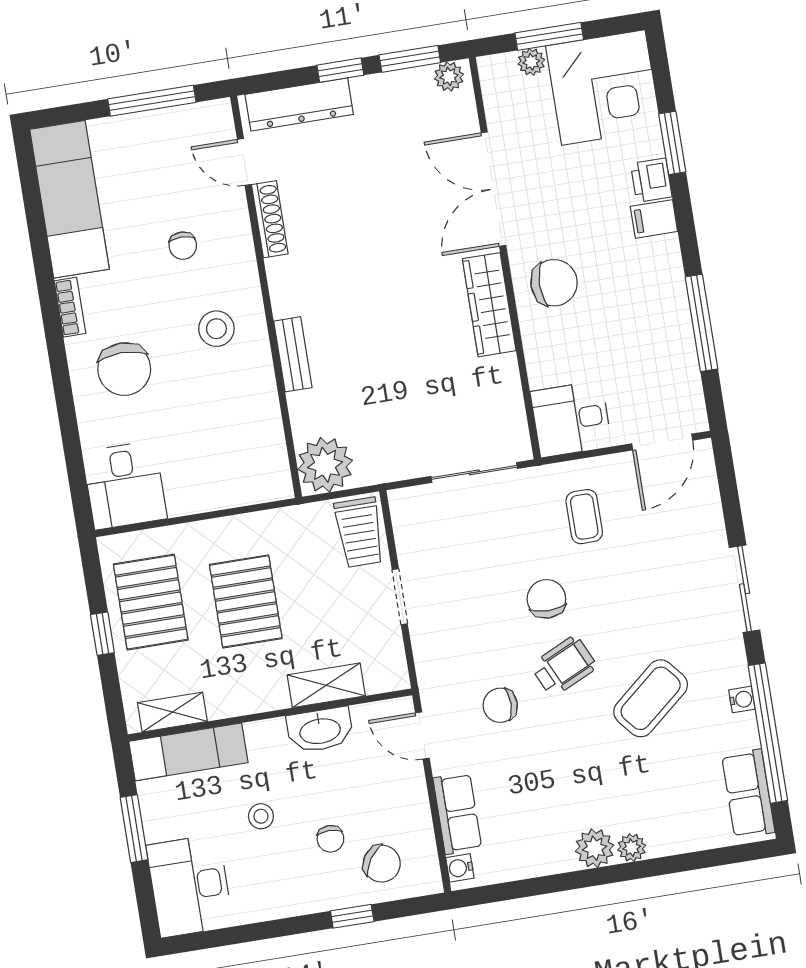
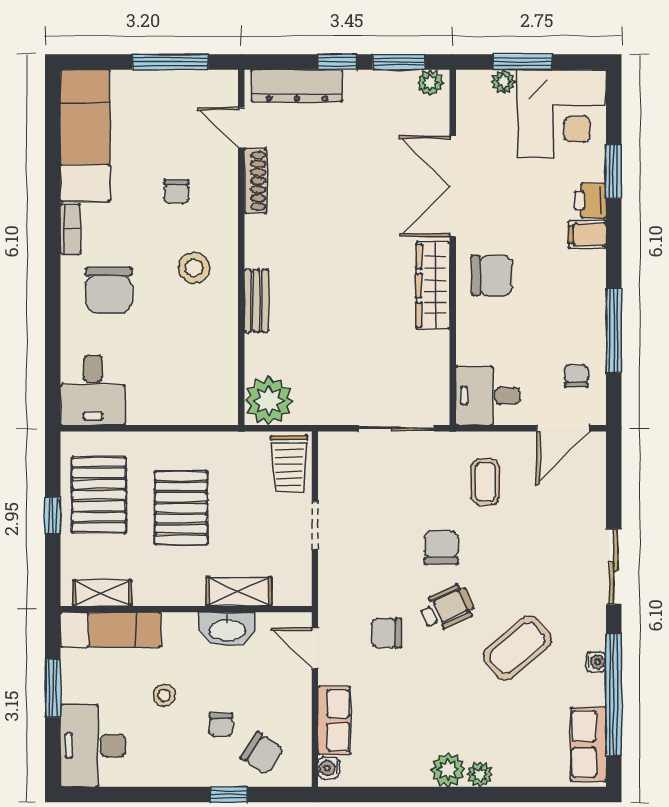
chair: (667, 380) -> (576, 376), added

